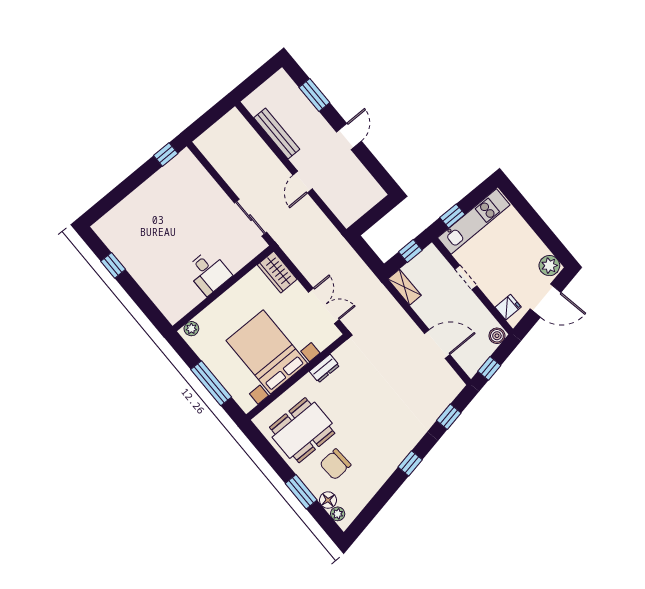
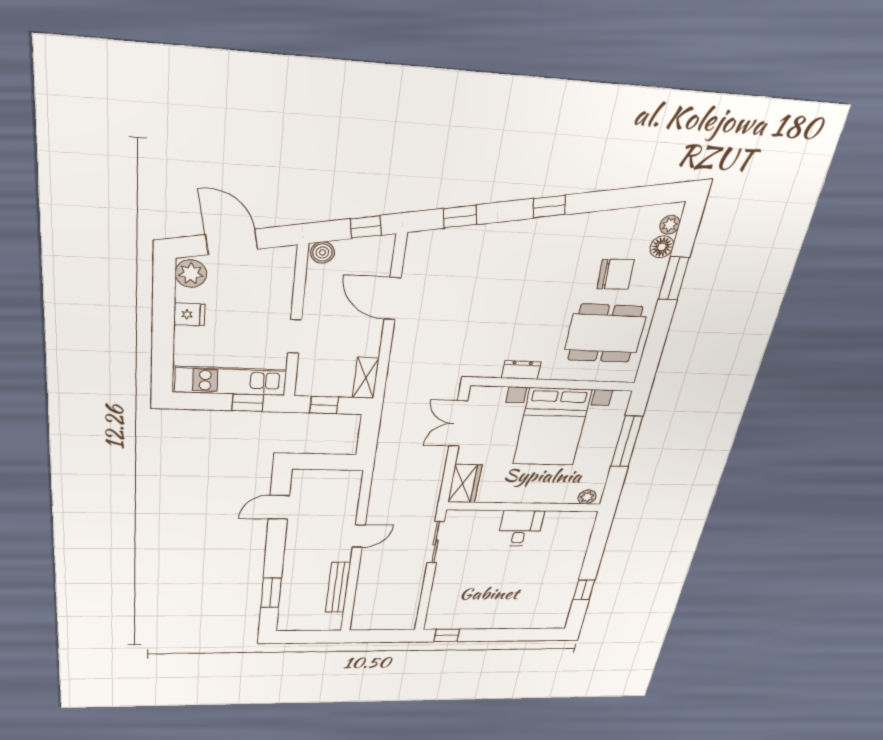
door: (349, 137) -> (279, 507), moved
fridge: (508, 307) -> (189, 314), moved, turned 180

